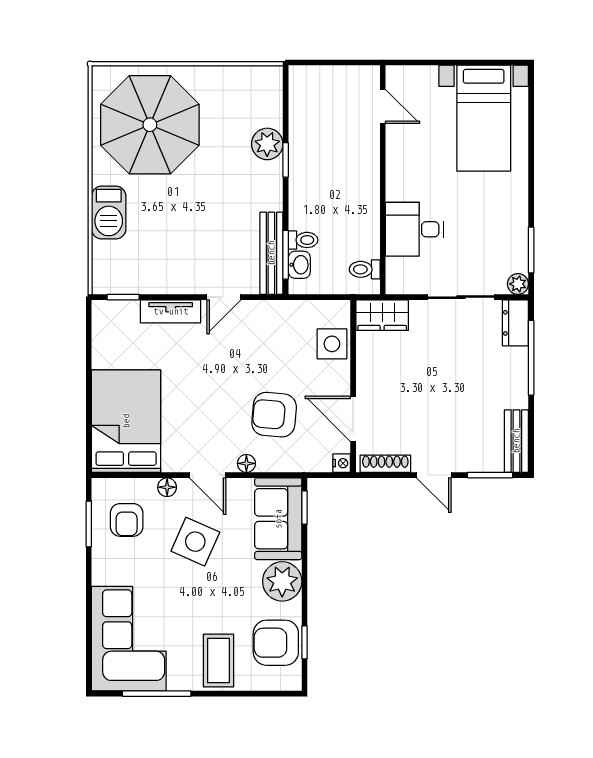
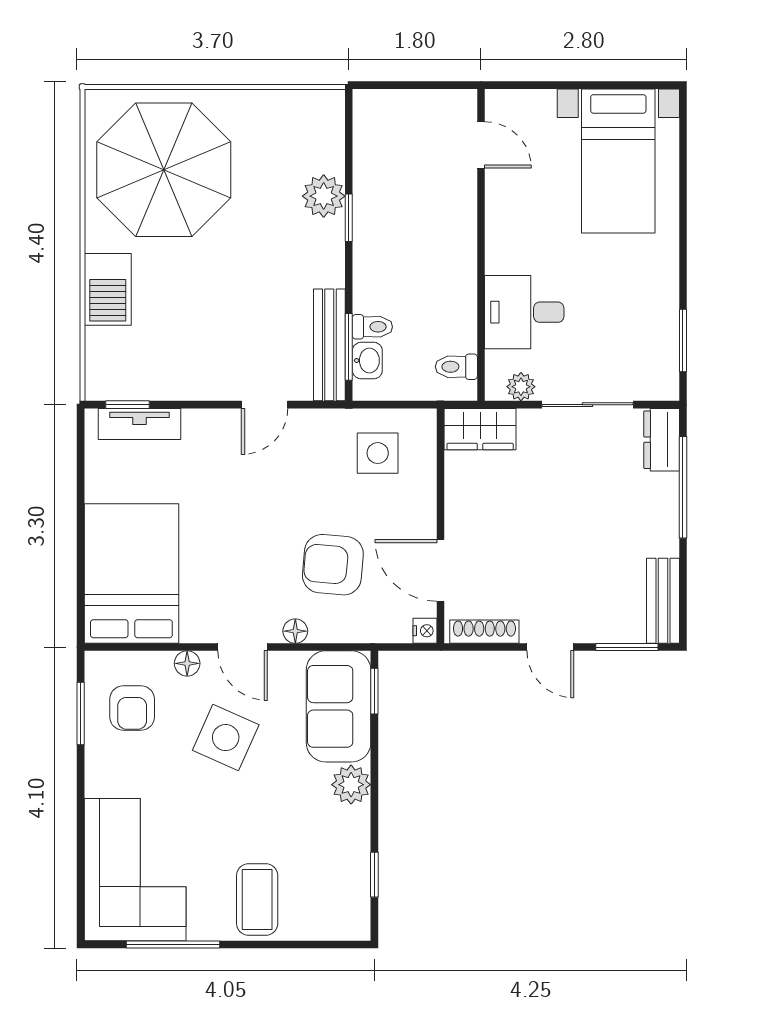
plant: (518, 284) -> (521, 387), moved
tv unit: (171, 311) -> (140, 424), moved
side table: (332, 344) -> (378, 453), moved
plant: (282, 581) -> (351, 785), width x0.73, depth x0.73
armchair: (276, 643) -> (335, 875), removed

